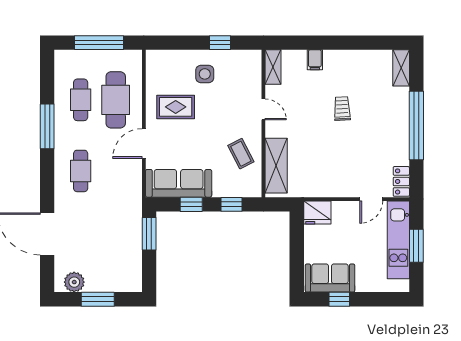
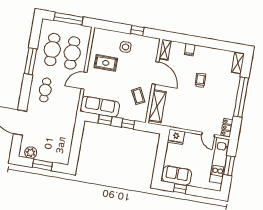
cafe table: (81, 100) -> (52, 49), width x1.37, depth x1.35
door: (263, 109) -> (155, 73), width x1.88
door: (371, 199) -> (208, 135), hinge flipped
window: (149, 234) -> (78, 133), removed

